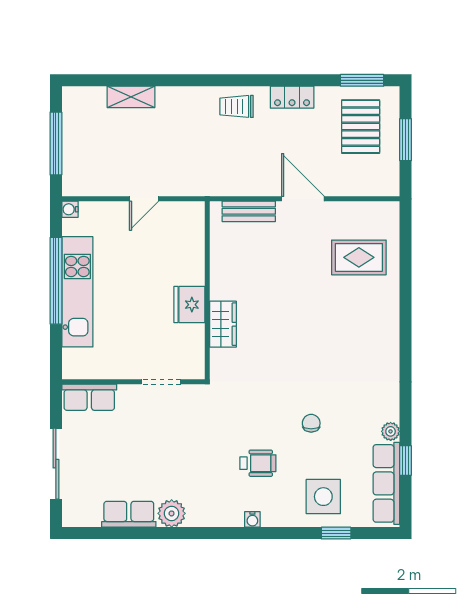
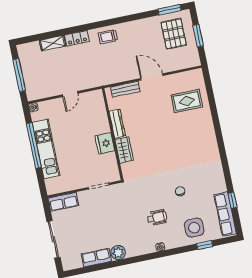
locker: (292, 97) -> (77, 38), moved
dresser: (220, 272) -> (117, 124), added
plant: (391, 431) -> (222, 187), removed

